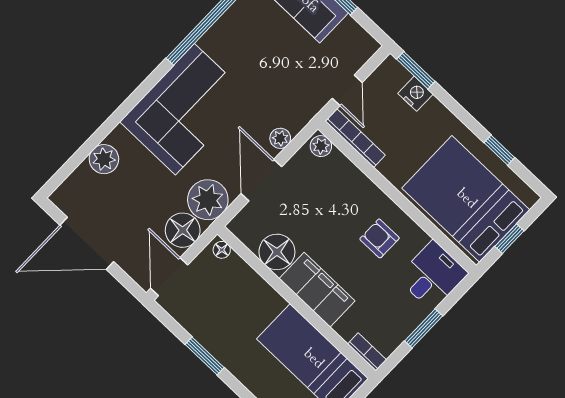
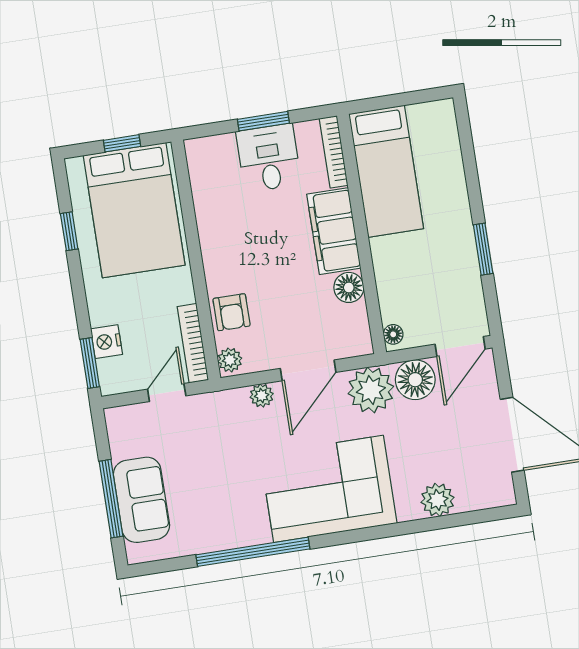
armchair: (380, 238) -> (232, 312), moved
floor lamp: (277, 252) -> (349, 287), width x0.73, depth x0.73
desk: (433, 275) -> (269, 158), moved, turned 90
bookcase: (367, 352) -> (334, 152), width x1.56

